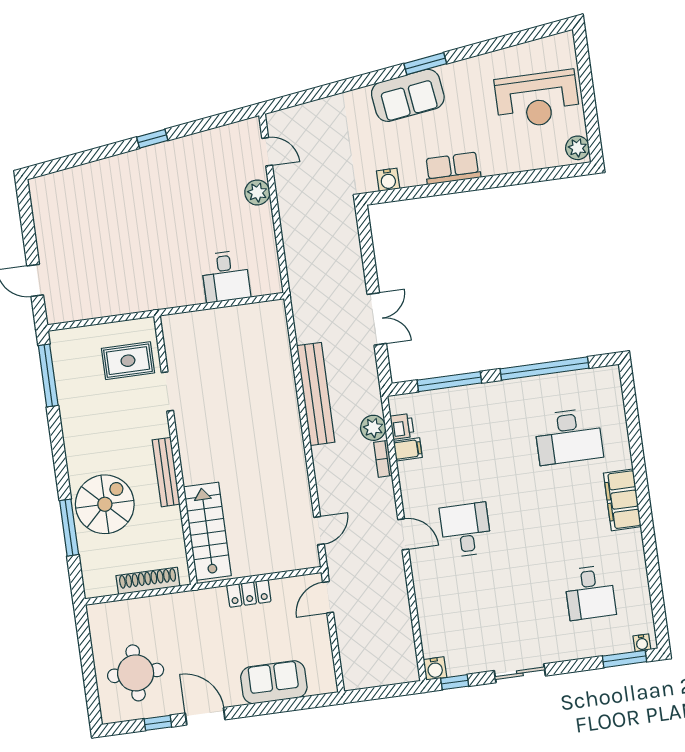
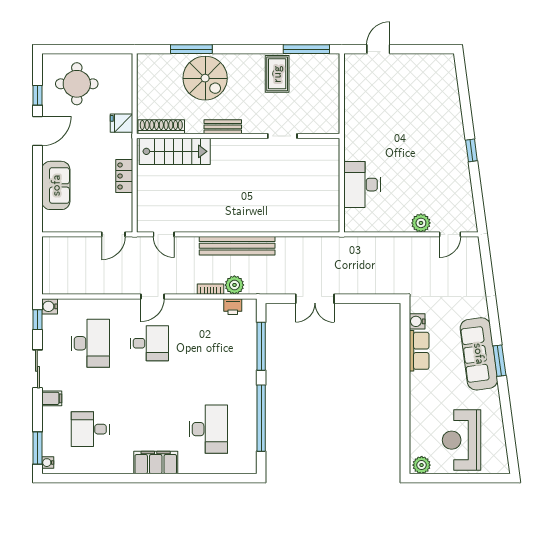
sofa: (408, 95) -> (479, 354), width x1.36
row of seats: (453, 168) -> (419, 351), moved
desk: (226, 276) -> (362, 185), width x1.37
rug: (128, 361) -> (277, 74), moved
bench: (316, 394) -> (237, 246), moved
desk: (569, 436) -> (208, 429), turned 180
filing cabinet: (408, 449) -> (52, 398), moved, turned -90
bench: (166, 472) -> (223, 127), width x0.73
shoe rack: (148, 581) -> (161, 127), moved, turned -90
door: (328, 597) -> (113, 234), swing flipped
fridge: (180, 607) -> (122, 123), added
desk: (476, 608) -> (90, 343), added

